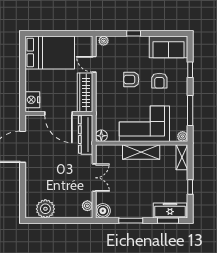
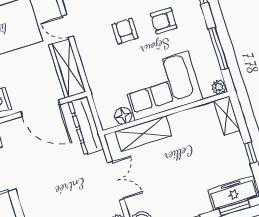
armchair: (131, 79) -> (125, 31), turned 90
armchair: (159, 81) -> (164, 21), turned 90
floor lamp: (101, 136) -> (123, 116), moved
shelving: (141, 152) -> (143, 134), moved

